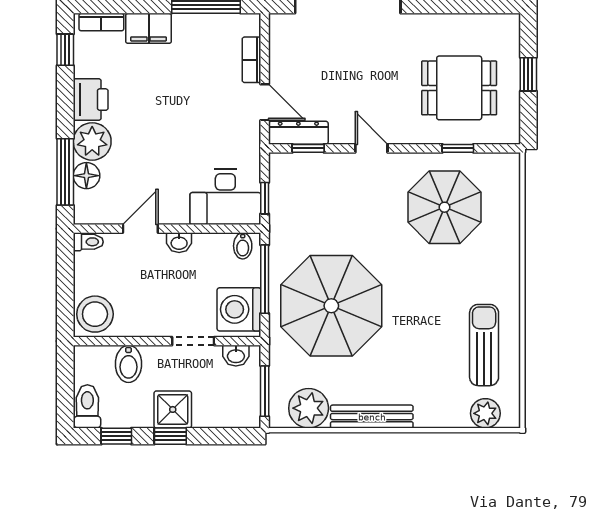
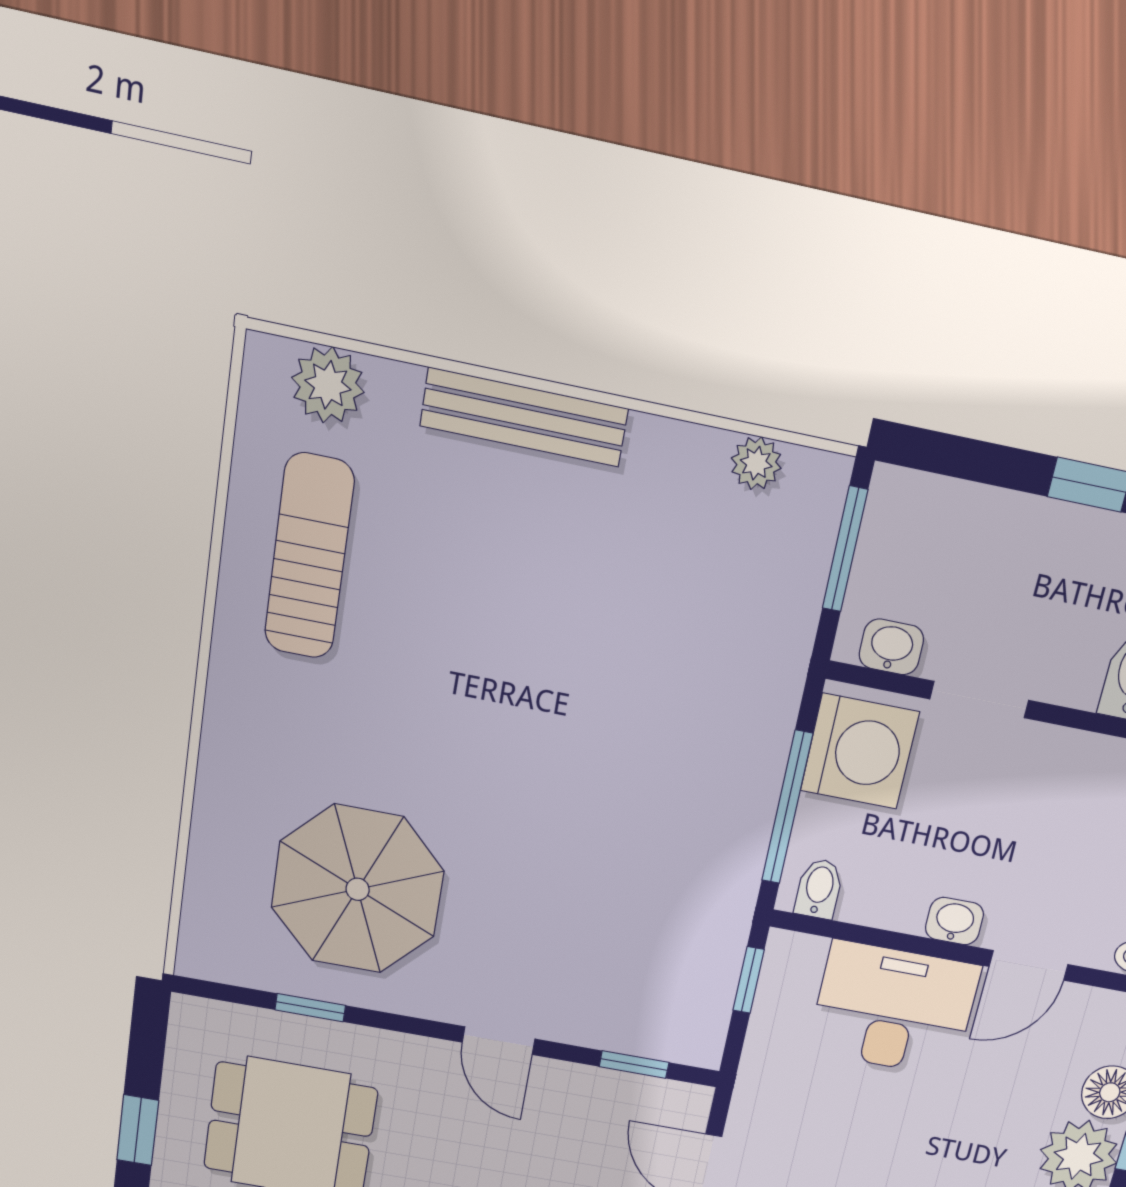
dresser: (298, 133) -> (648, 1099), removed
desk: (225, 197) -> (894, 1009), moved
parasol: (331, 306) -> (650, 719), removed
sun lounger: (484, 345) -> (309, 557), turned 180
plant: (309, 408) -> (756, 463), width x0.53, depth x0.53
shower: (173, 409) -> (1067, 548), removed
bench: (372, 417) -> (524, 417), moved

